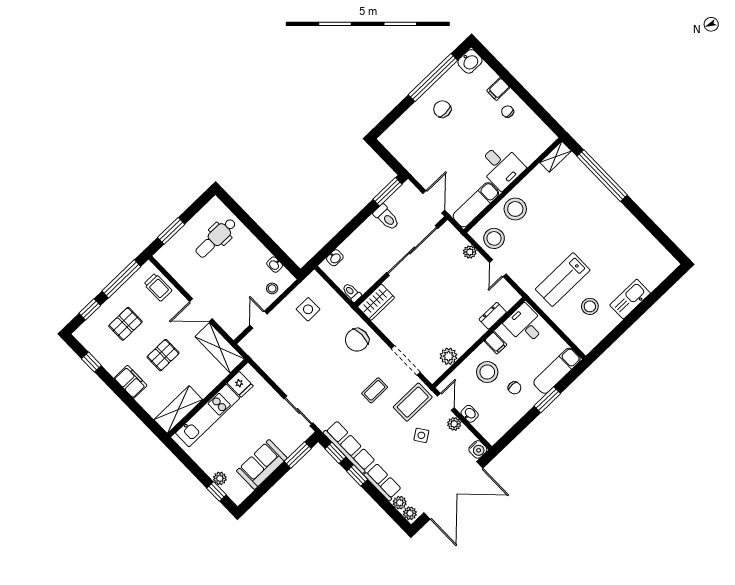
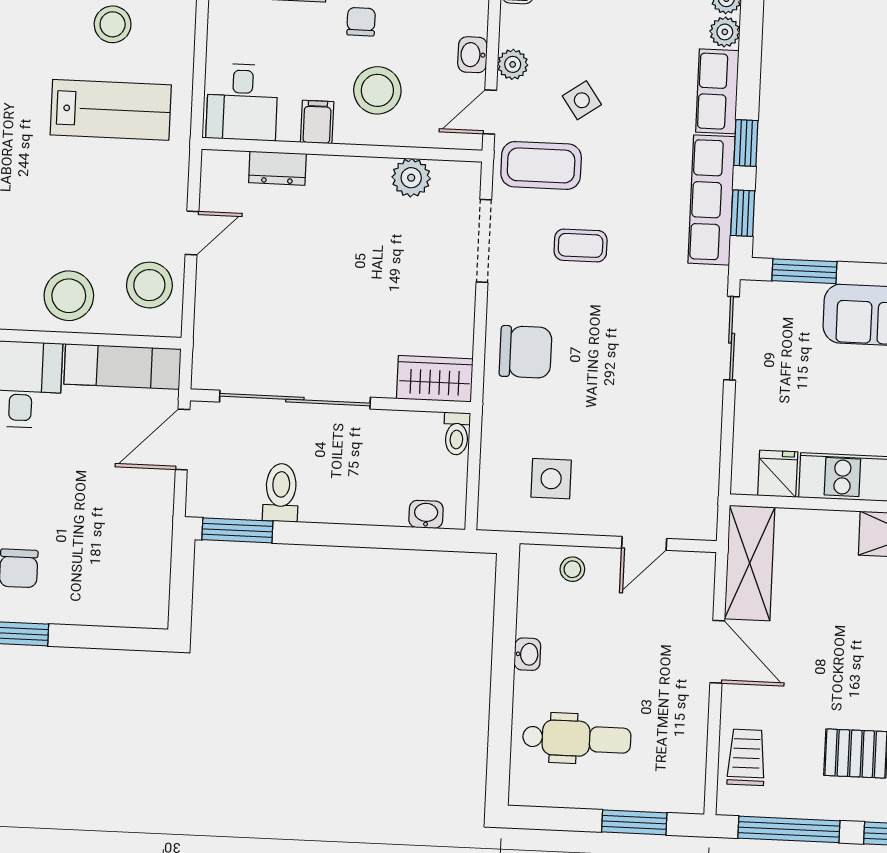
plant: (470, 252) -> (209, 304), removed
washbasin: (275, 265) -> (527, 654), moved
pallet: (163, 355) -> (849, 644), removed

